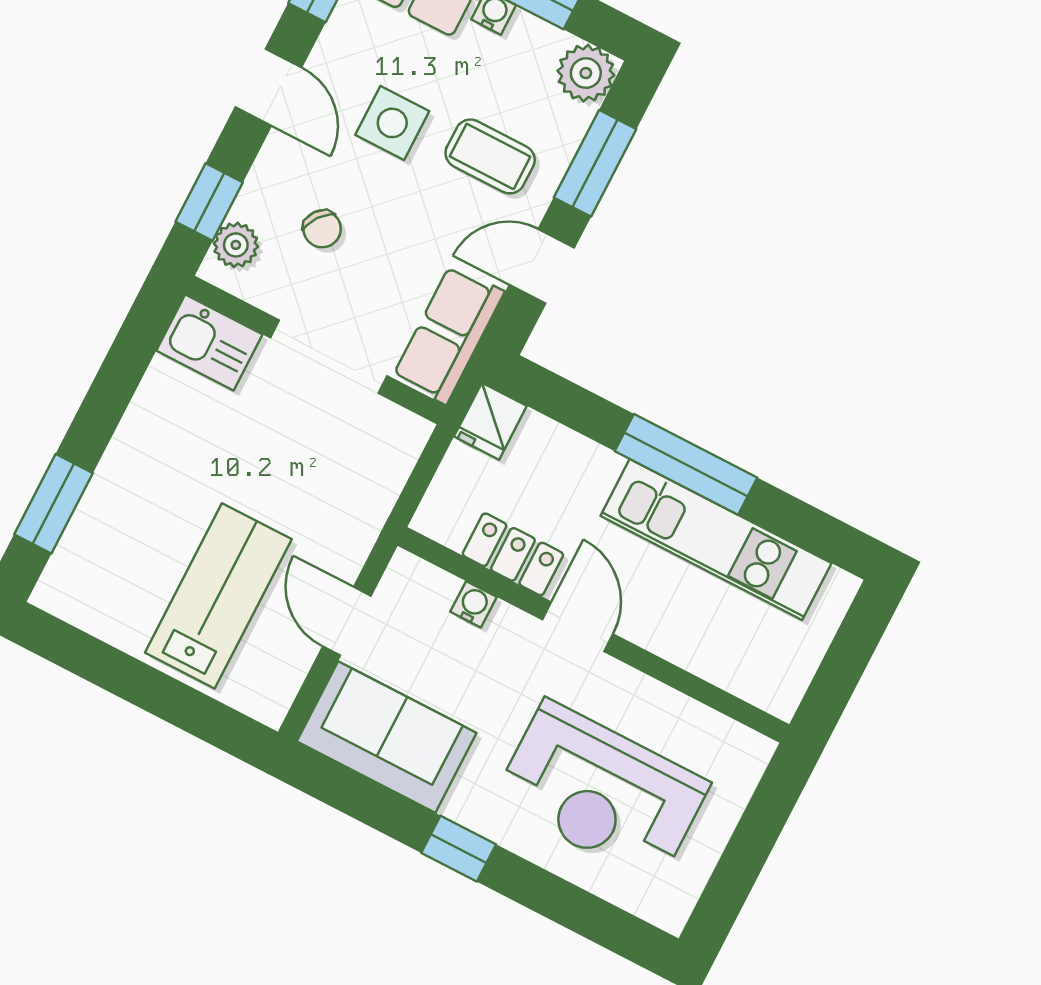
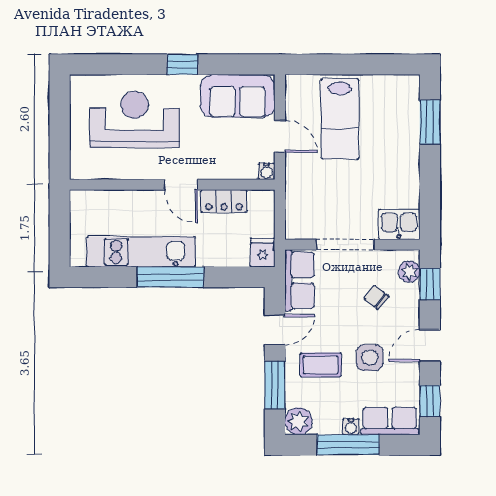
door: (268, 87) -> (430, 346), hinge flipped
water cooler: (474, 604) -> (267, 171), moved

